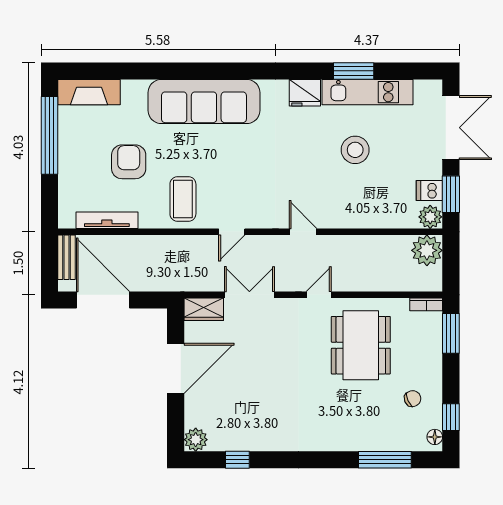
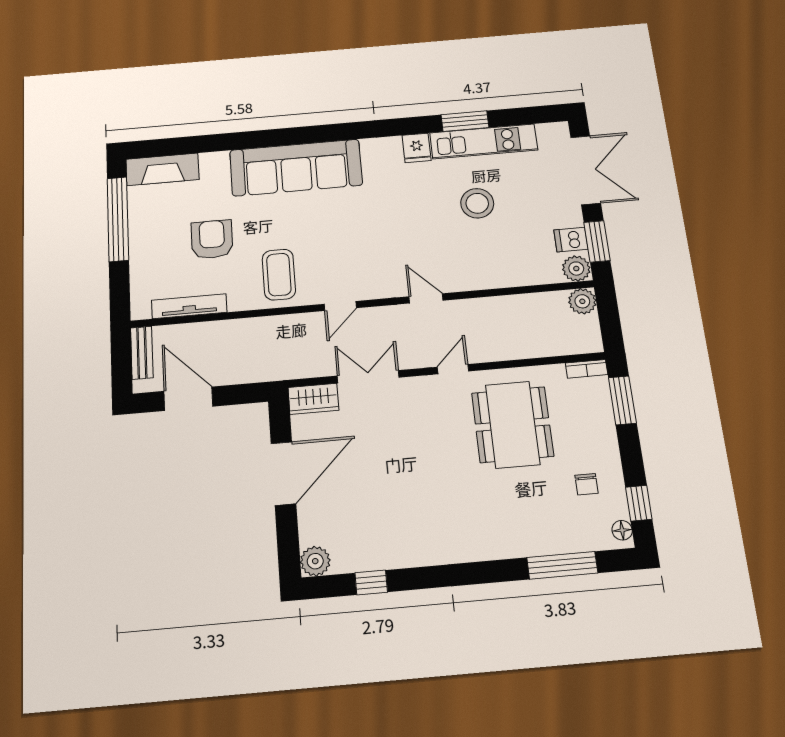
fridge: (305, 93) -> (417, 148), width x0.72
plant: (427, 250) -> (582, 301), width x0.73, depth x0.73
door: (103, 300) -> (188, 399), width x0.73
chair: (413, 399) -> (587, 484), turned 114

